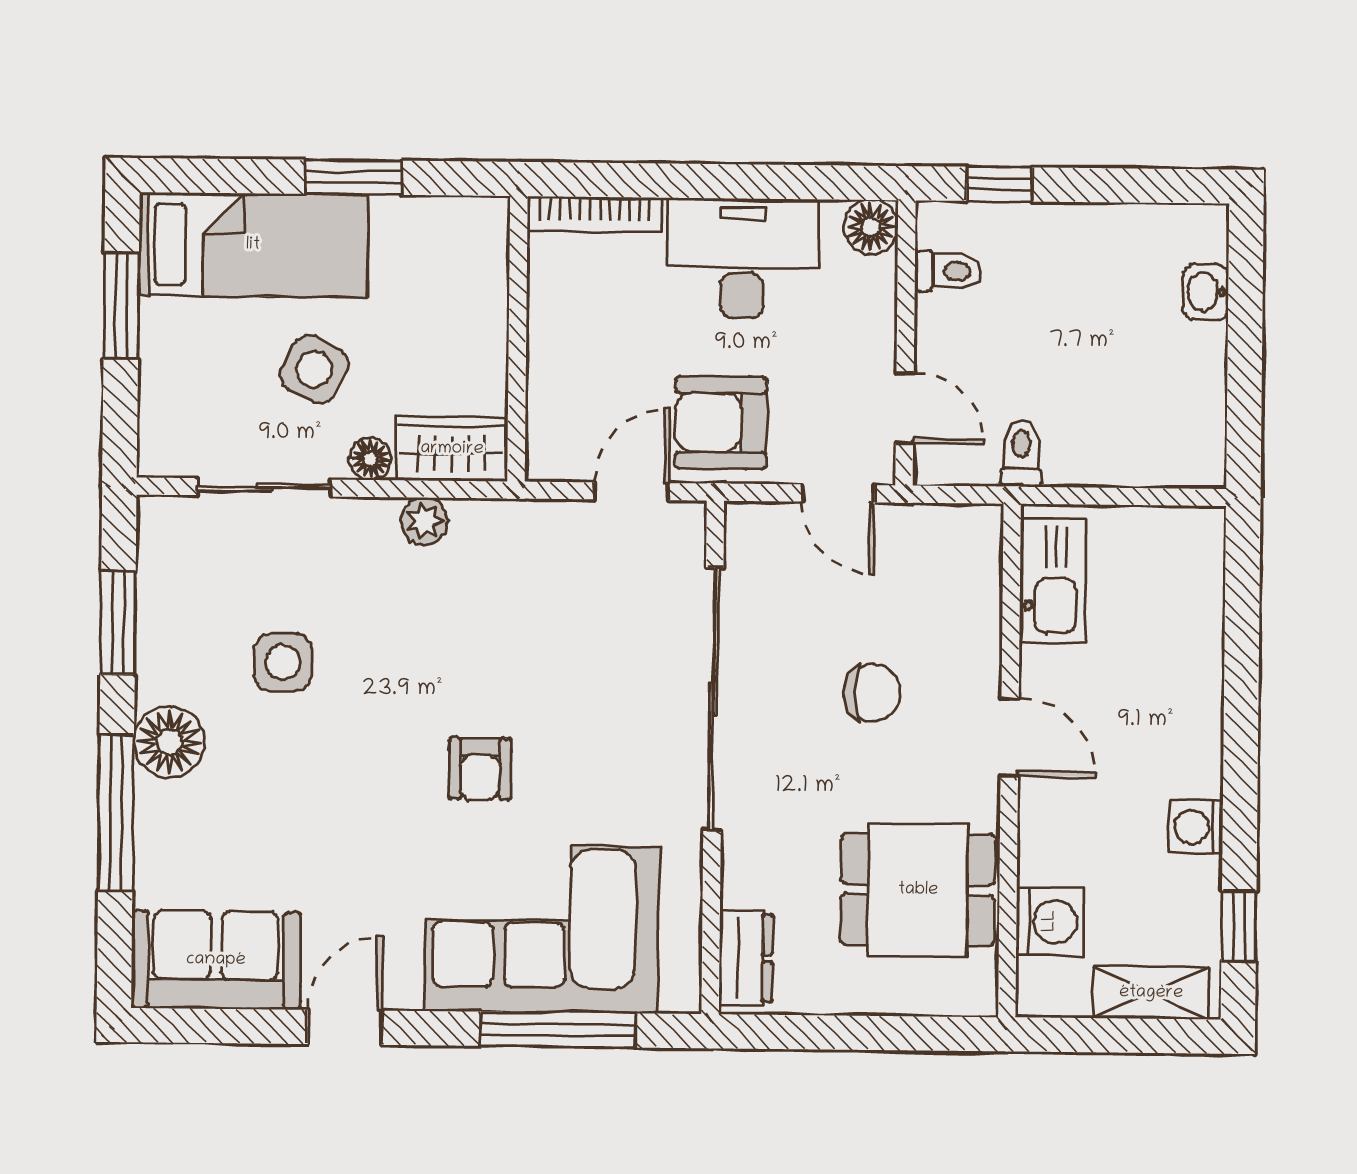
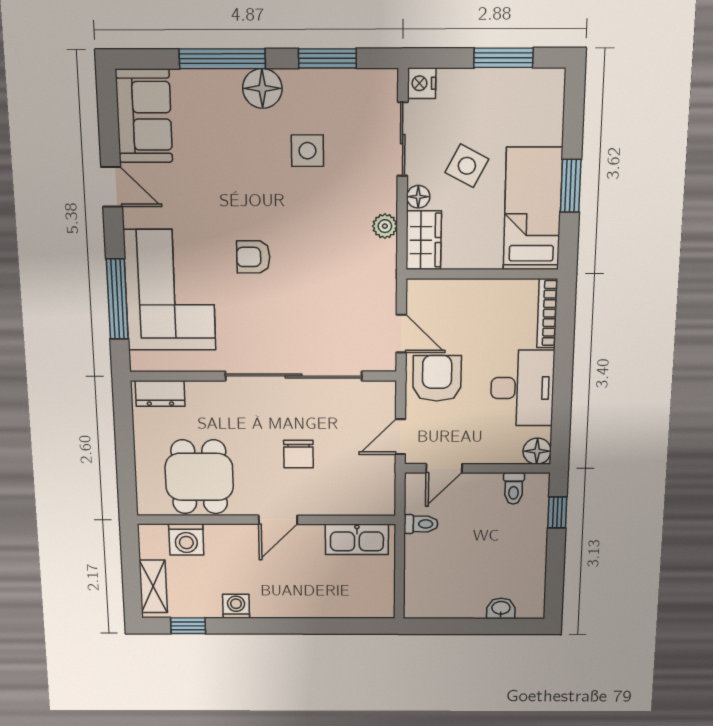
bed: (253, 245) -> (533, 209), moved, turned 180
nightstand: (164, 453) -> (422, 83), added

